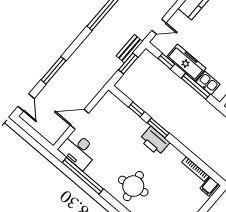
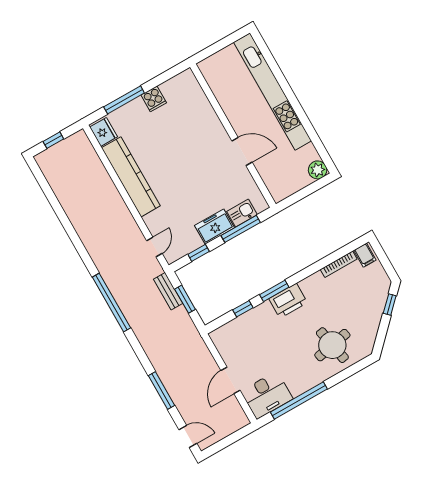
freezer: (186, 63) -> (214, 227), width x0.71

